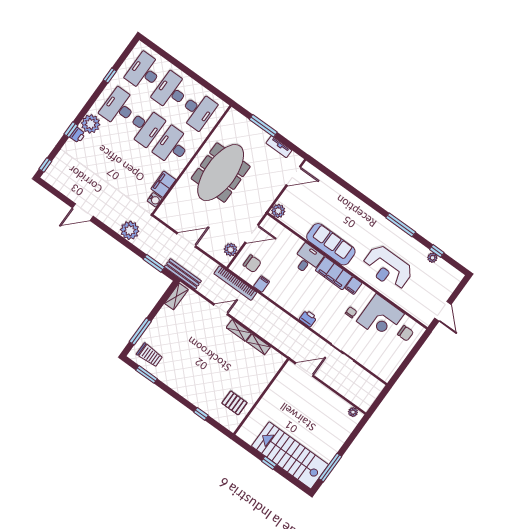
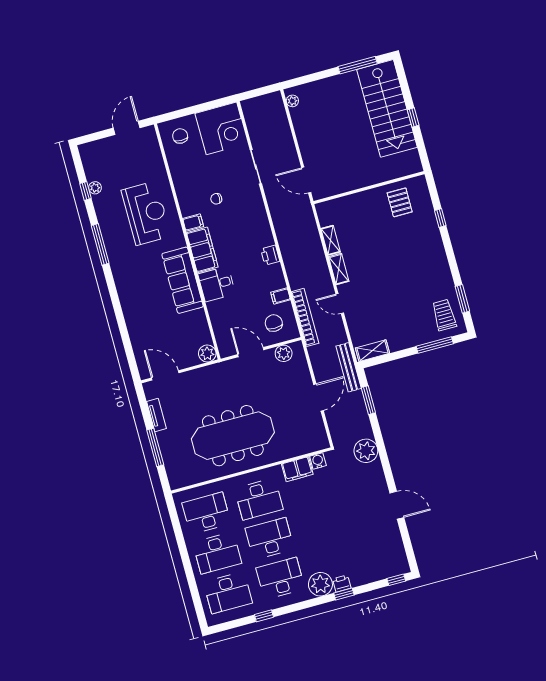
desk: (119, 107) -> (280, 578), turned 180
door: (186, 240) -> (318, 397), swing flipped
corner desk: (380, 317) -> (221, 128), moved, turned 90
printer: (308, 318) -> (270, 255), moved

